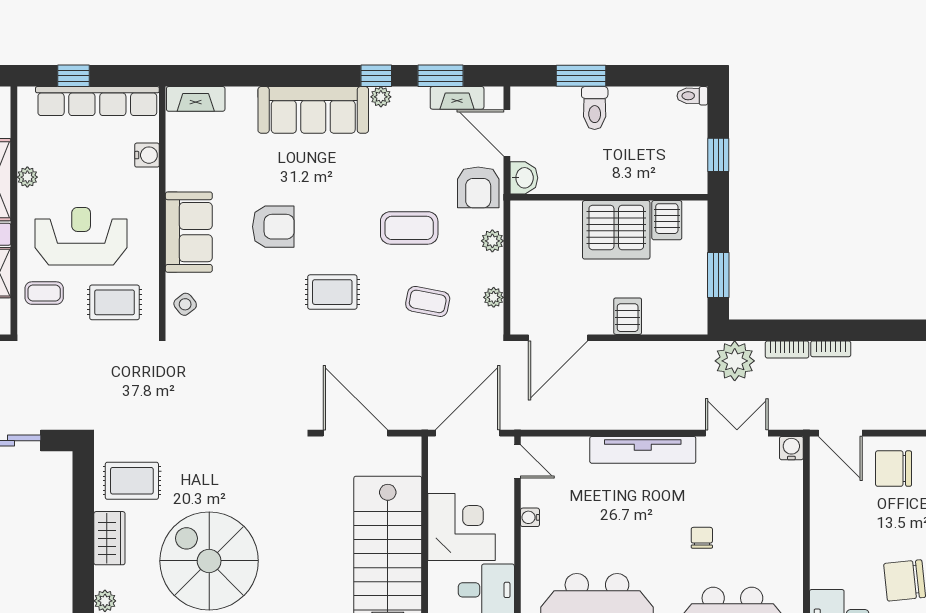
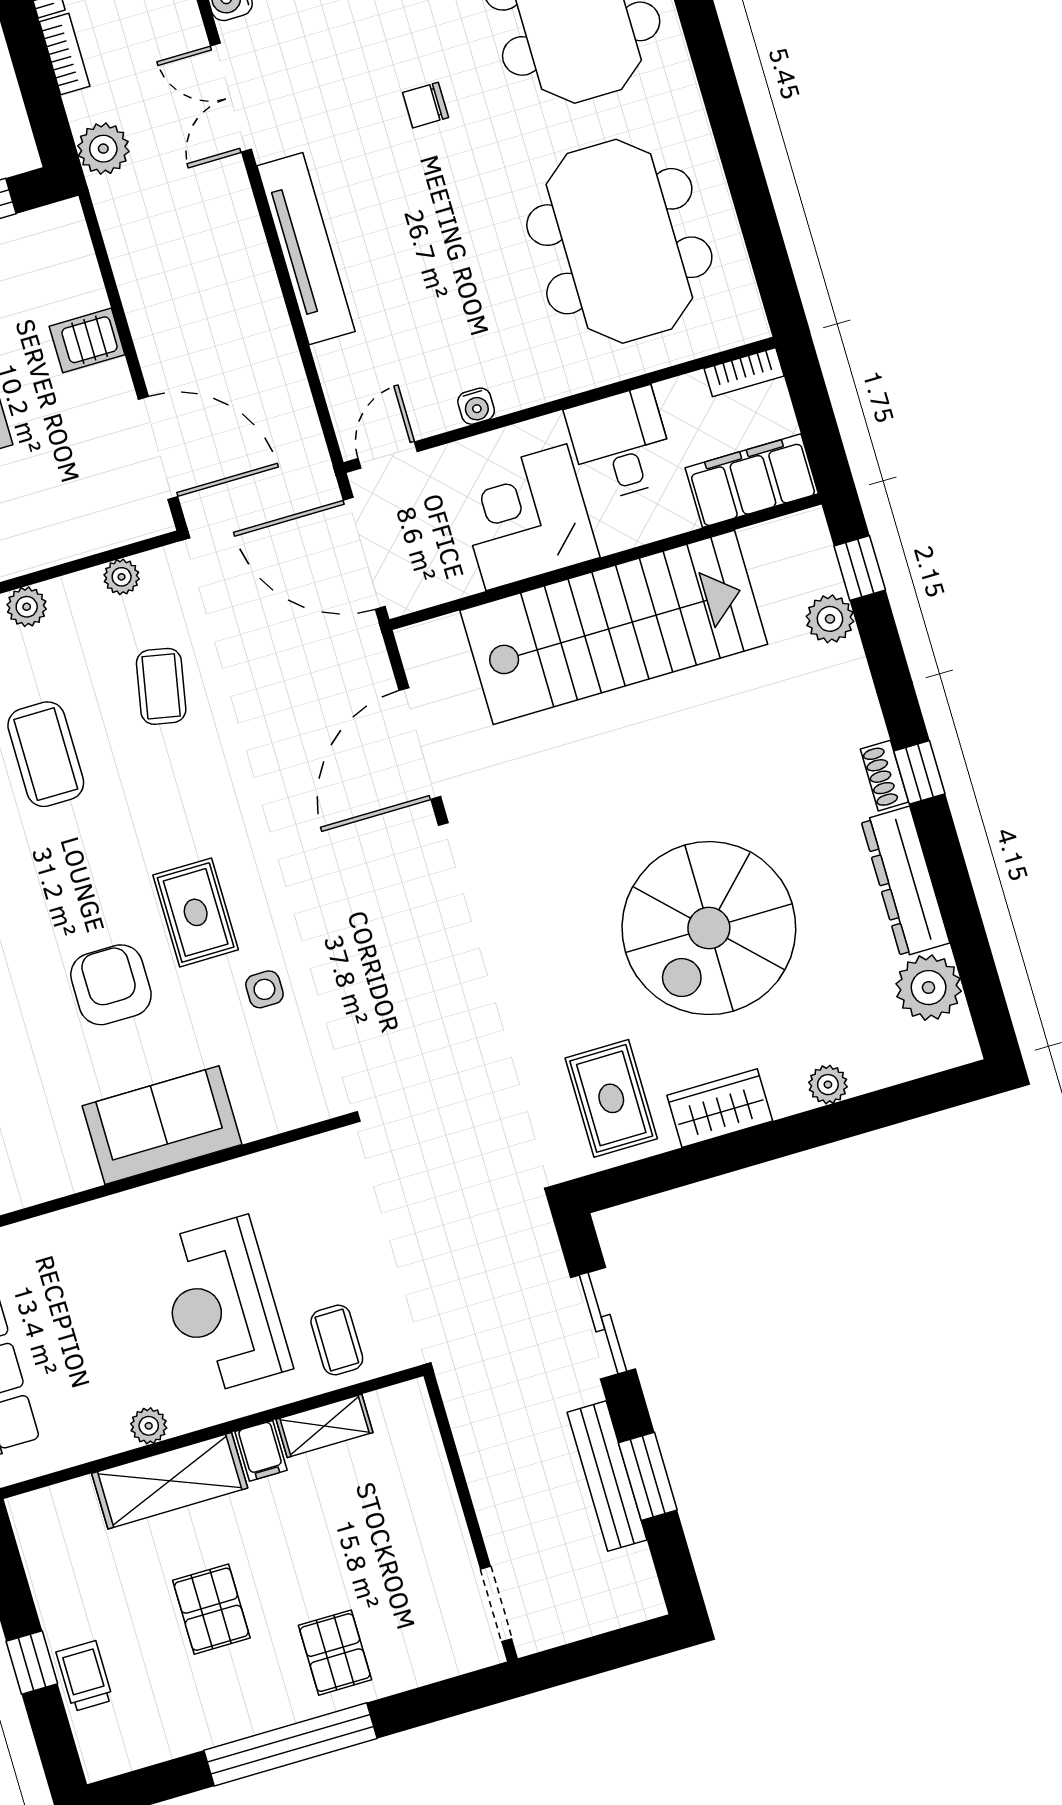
water cooler: (147, 155) -> (52, 1234), removed
rug: (332, 292) -> (196, 912), moved
rug: (115, 302) -> (318, 1216), removed
side table: (185, 304) -> (264, 989), moved, turned 38
plant: (735, 361) -> (103, 149), width x0.73, depth x0.73

